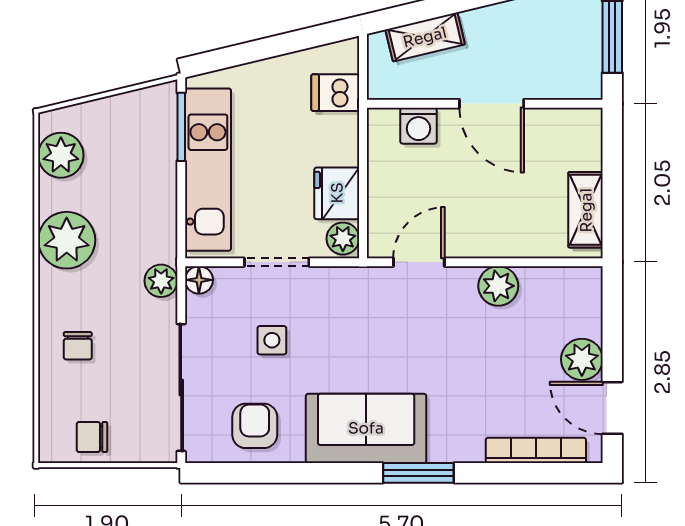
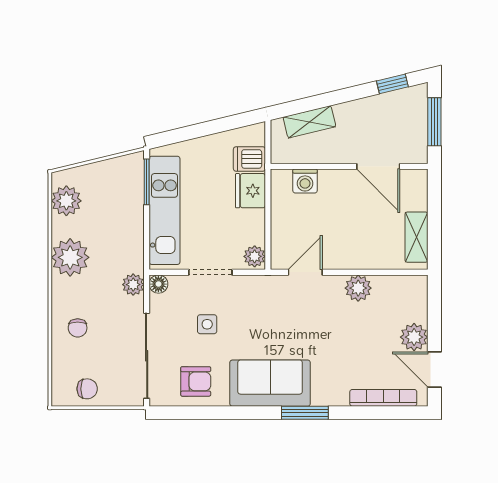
door: (492, 104) -> (378, 166), moved
fridge: (337, 193) -> (250, 191), moved
armchair: (255, 426) -> (196, 381), turned 90
chair: (92, 437) -> (87, 389), turned 180

